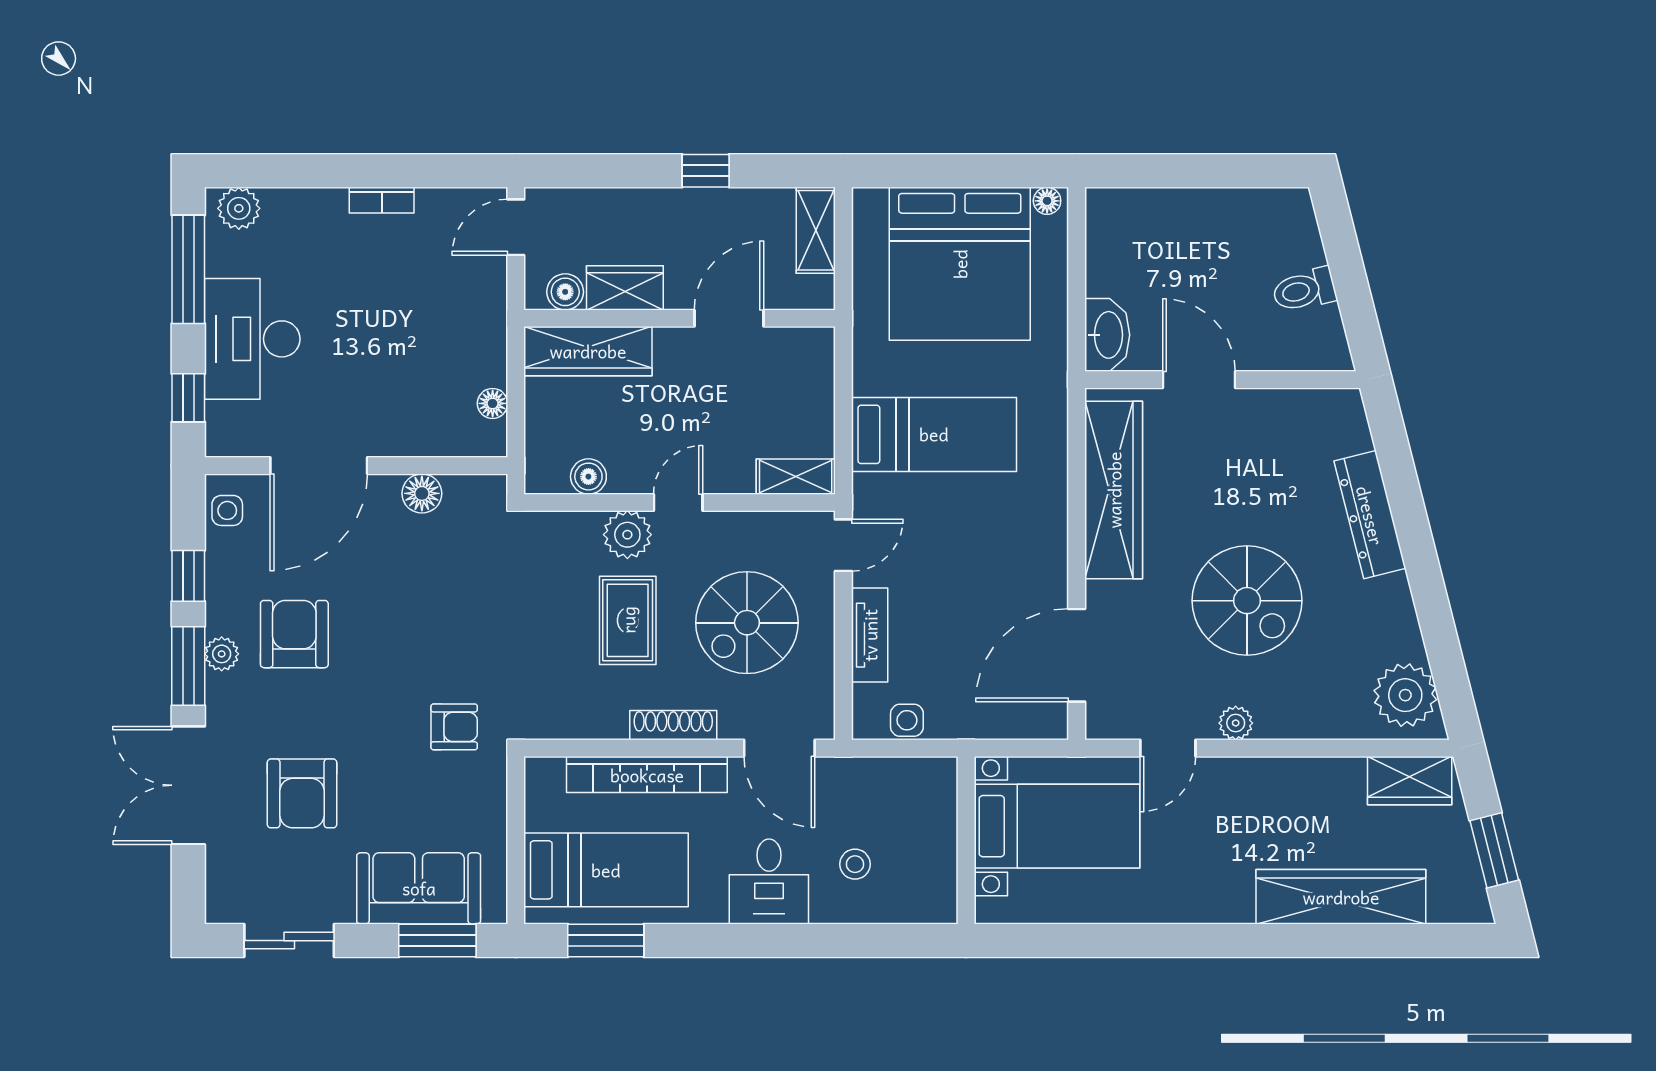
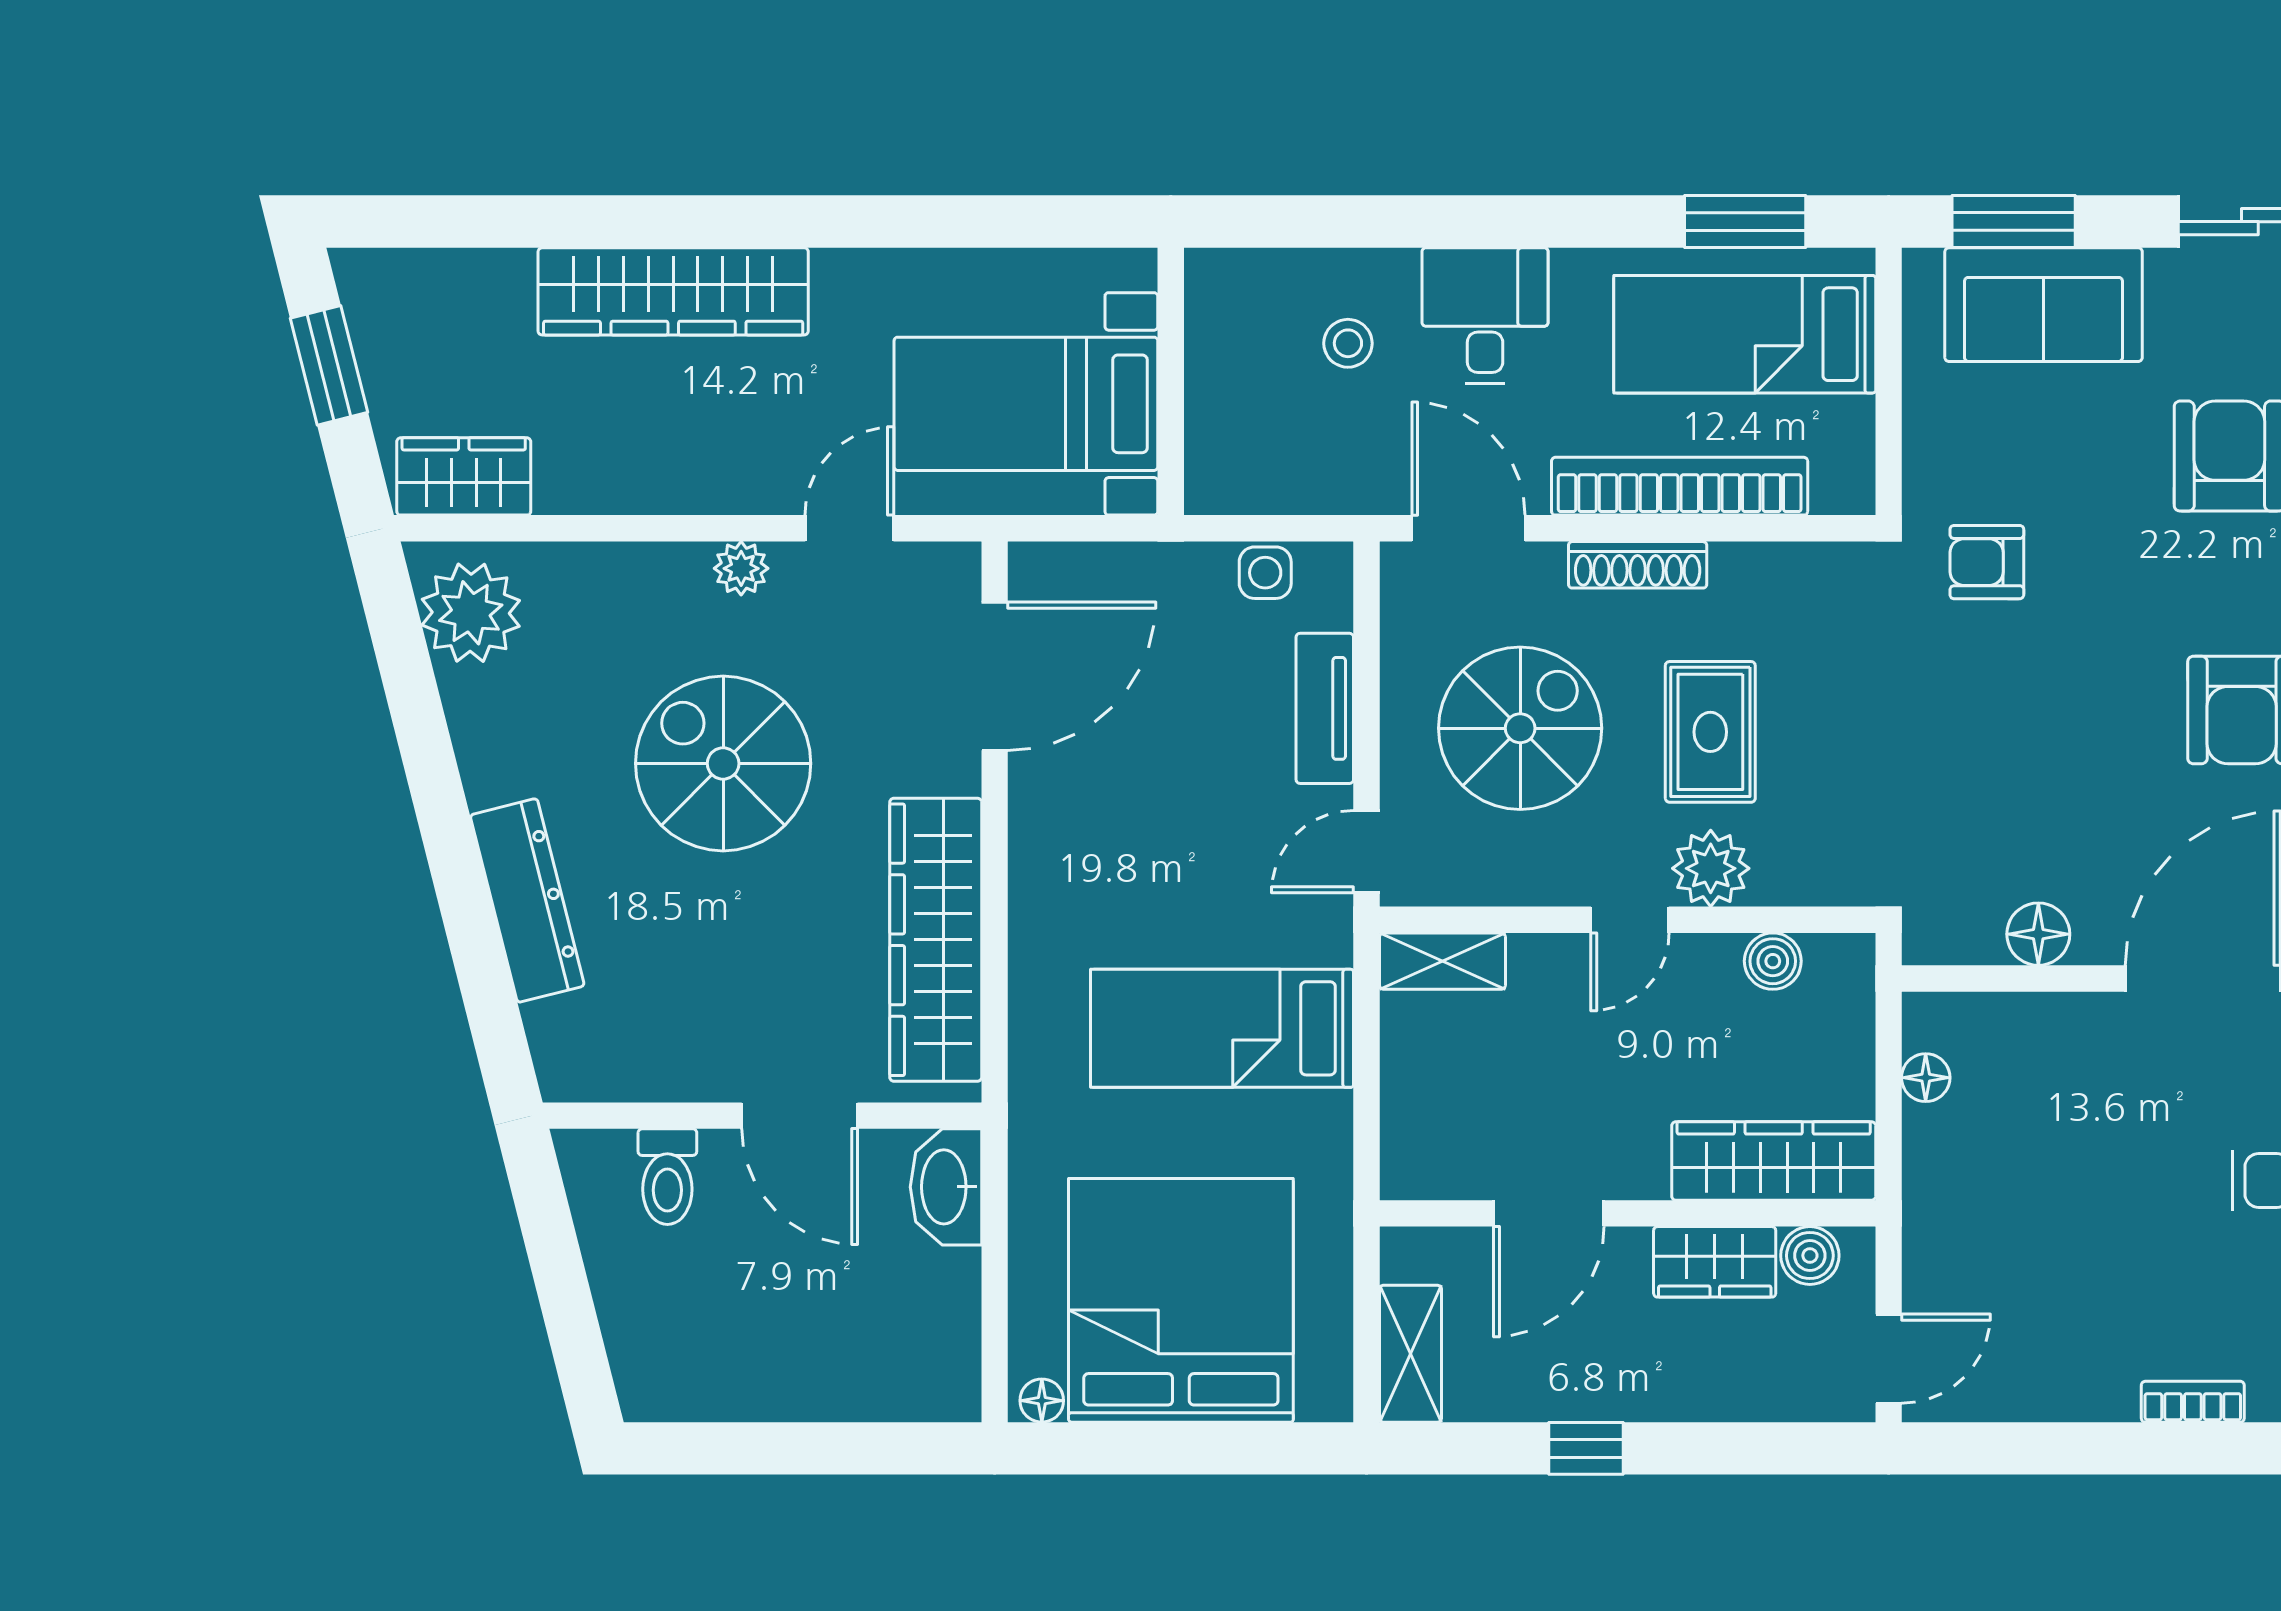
bookcase: (382, 200) -> (2193, 1402), moved
toilet: (1304, 290) -> (667, 1177), moved, turned 104
wardrobe: (1341, 897) -> (673, 291), moved

